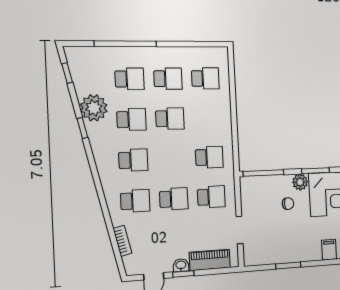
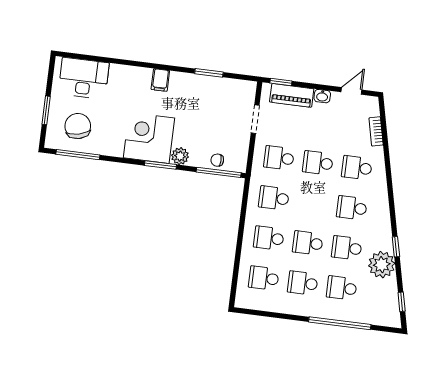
school desk: (207, 118) -> (269, 238), added
chair: (288, 204) -> (217, 160), moved
window: (184, 274) -> (281, 82), moved

